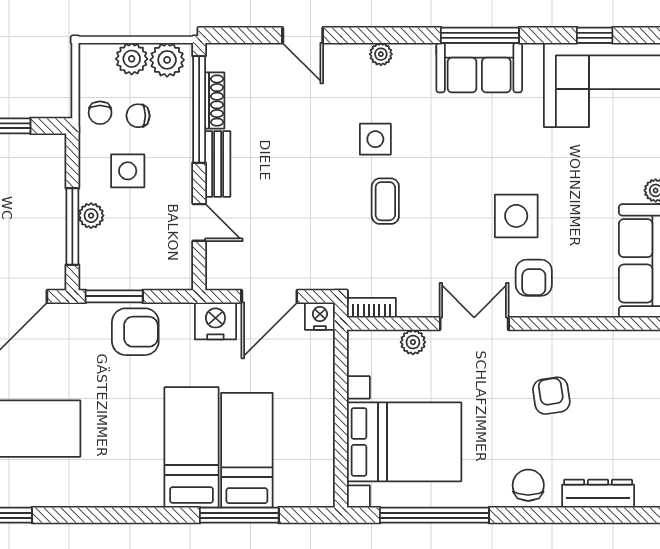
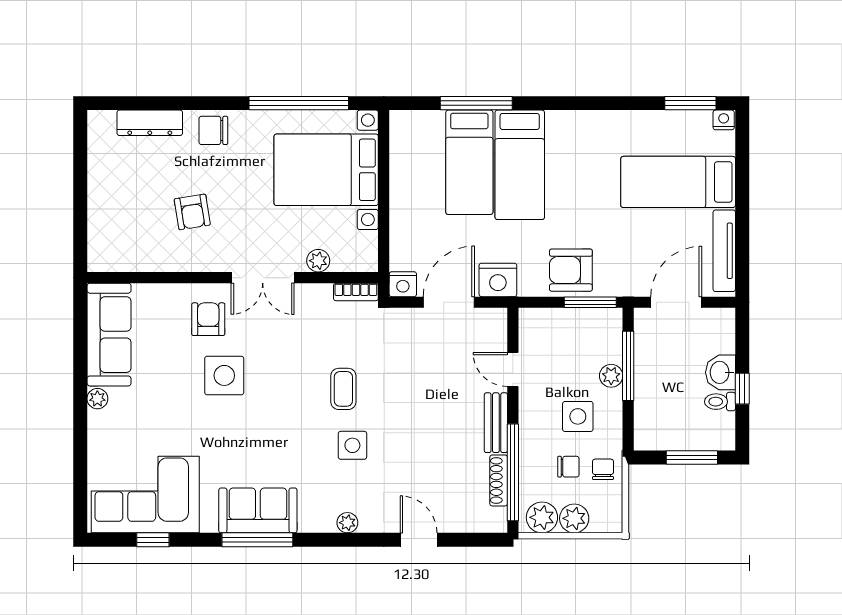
chair: (528, 485) -> (213, 130), turned 90

